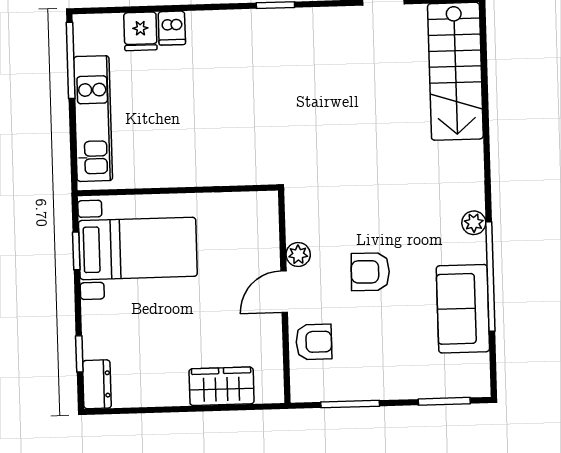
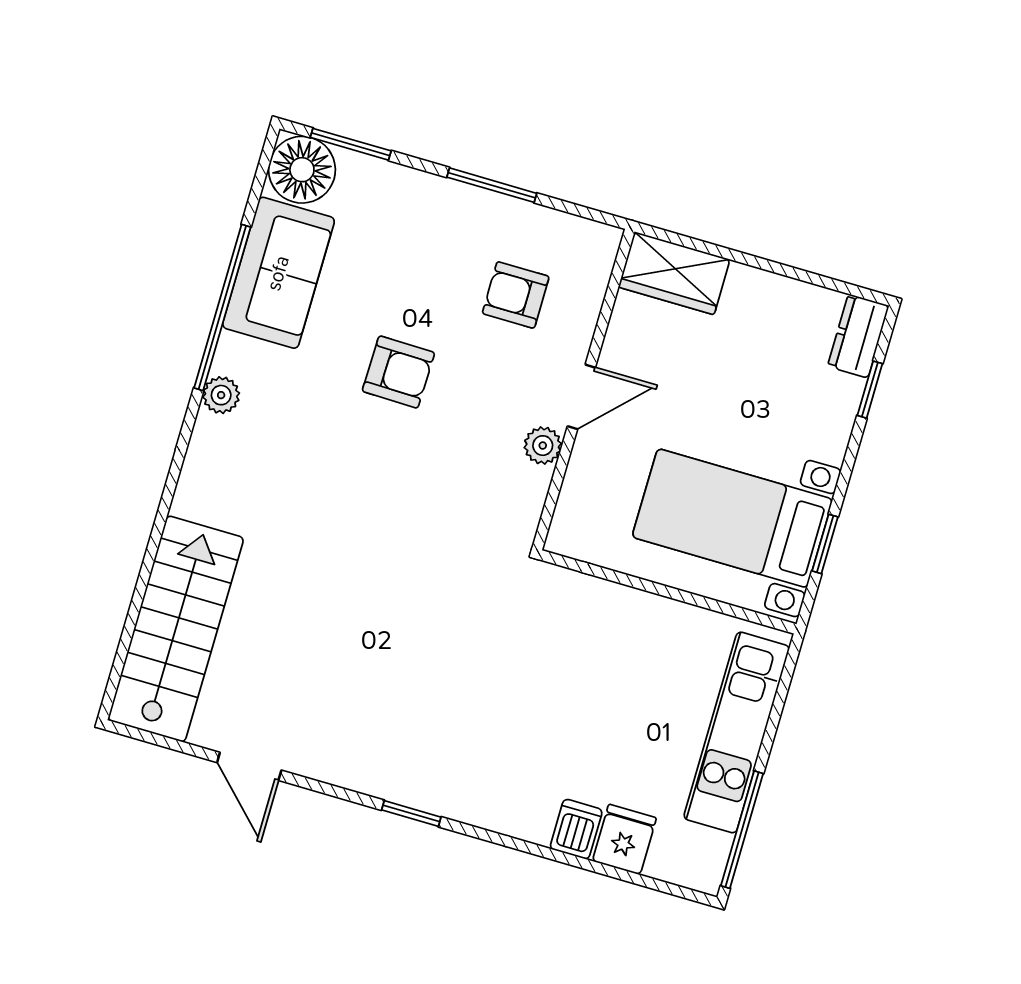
plant: (298, 254) -> (543, 446), moved
door: (284, 292) -> (581, 397), moved
wall: (284, 297) -> (584, 390), moved
floor lamp: (469, 376) -> (302, 170), added

